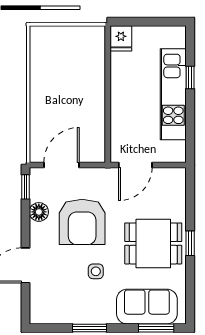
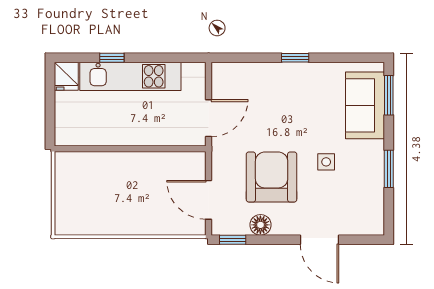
fridge: (121, 38) -> (66, 76), moved, turned 90
door: (135, 165) -> (209, 118), hinge flipped
armchair: (82, 222) -> (272, 177), turned -90
dining table: (153, 243) -> (295, 98), removed

